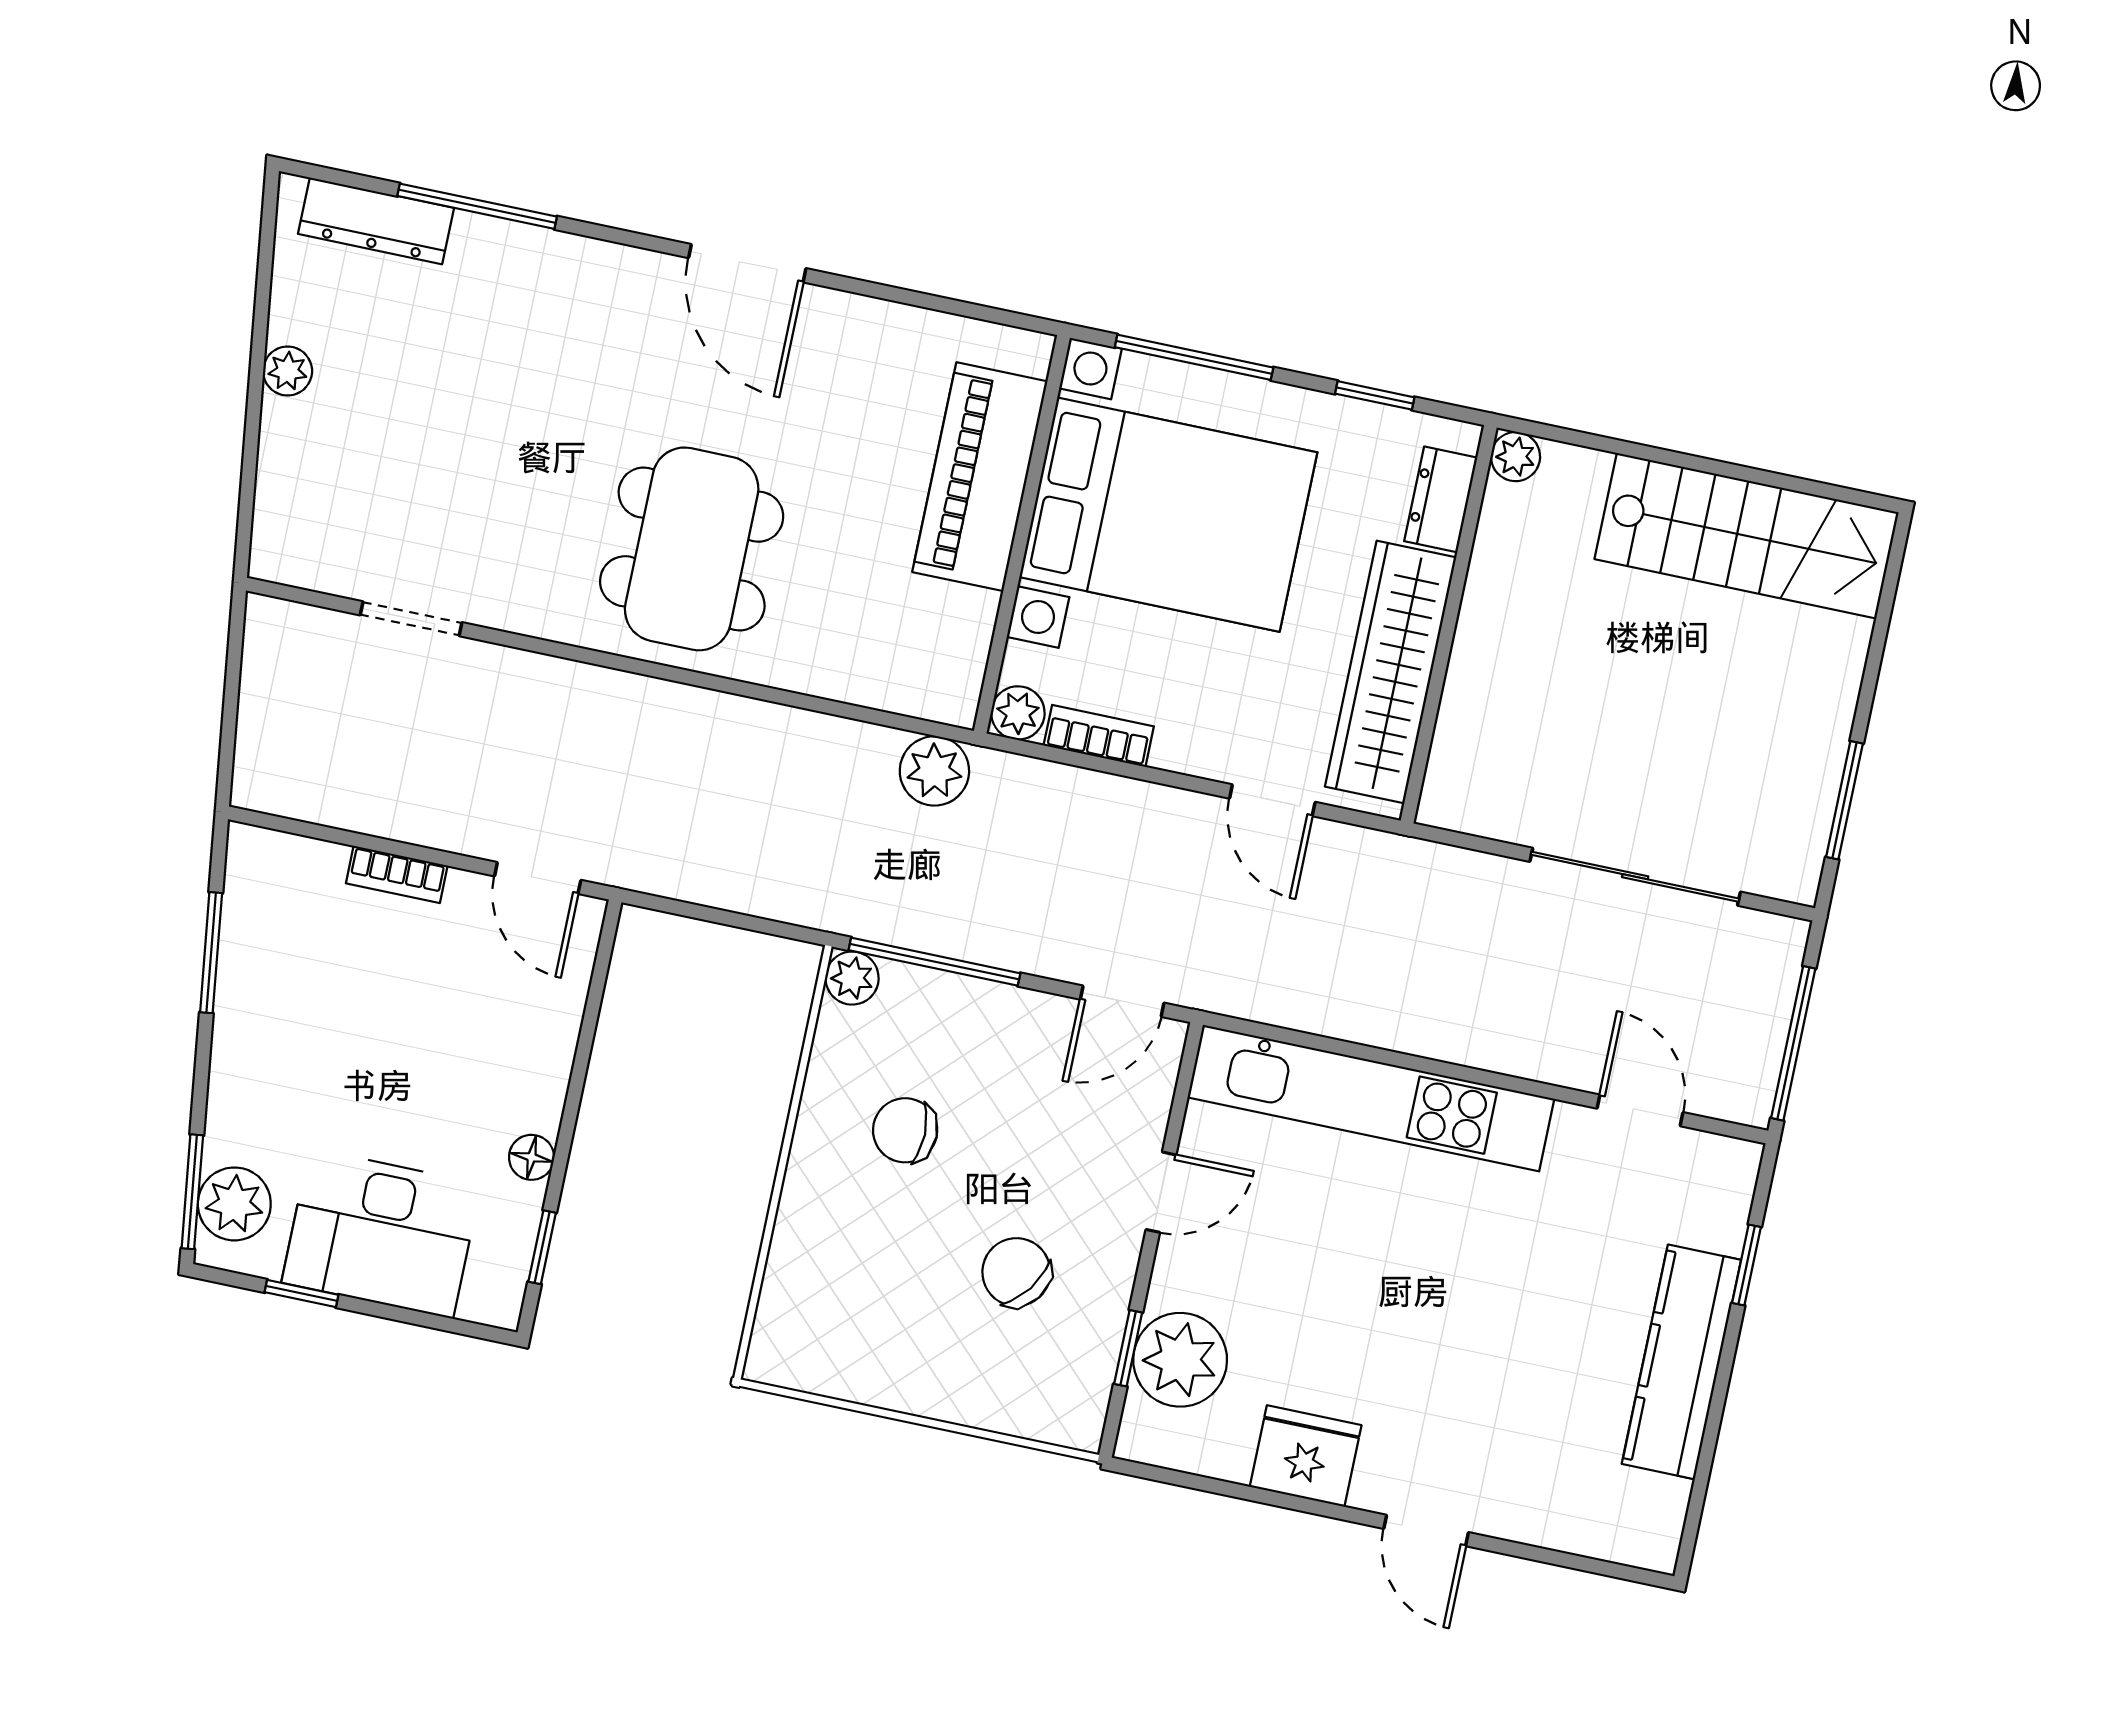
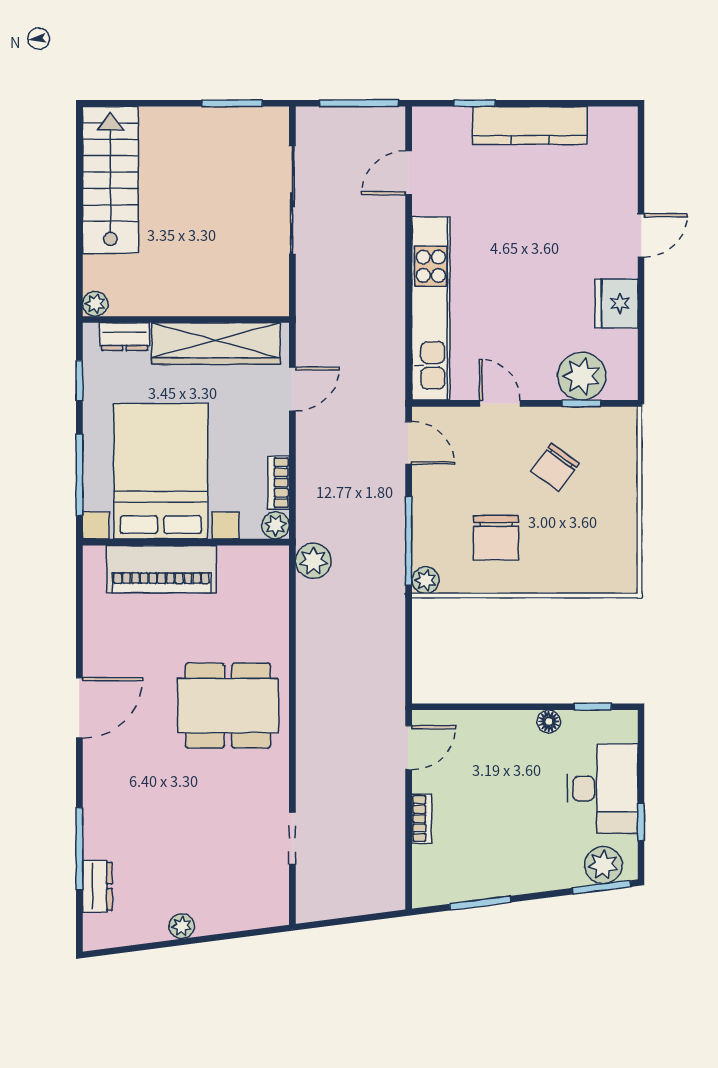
dresser: (376, 221) -> (97, 886), width x0.70
chair: (905, 1130) -> (496, 538), width x1.37, depth x1.37

